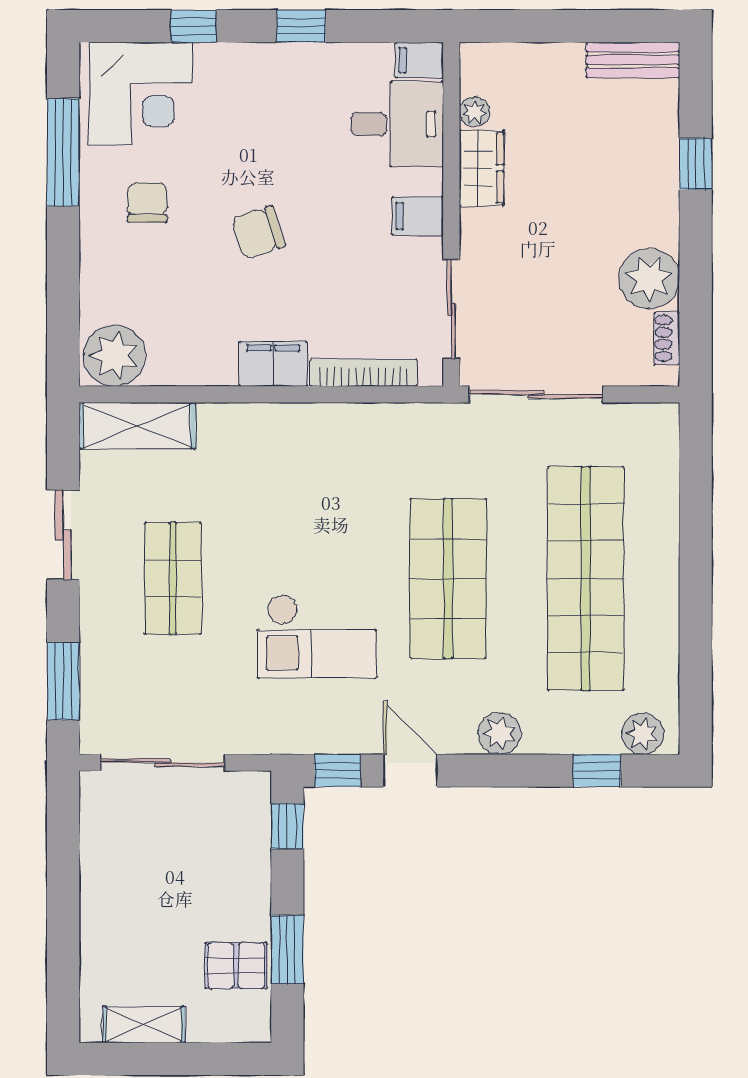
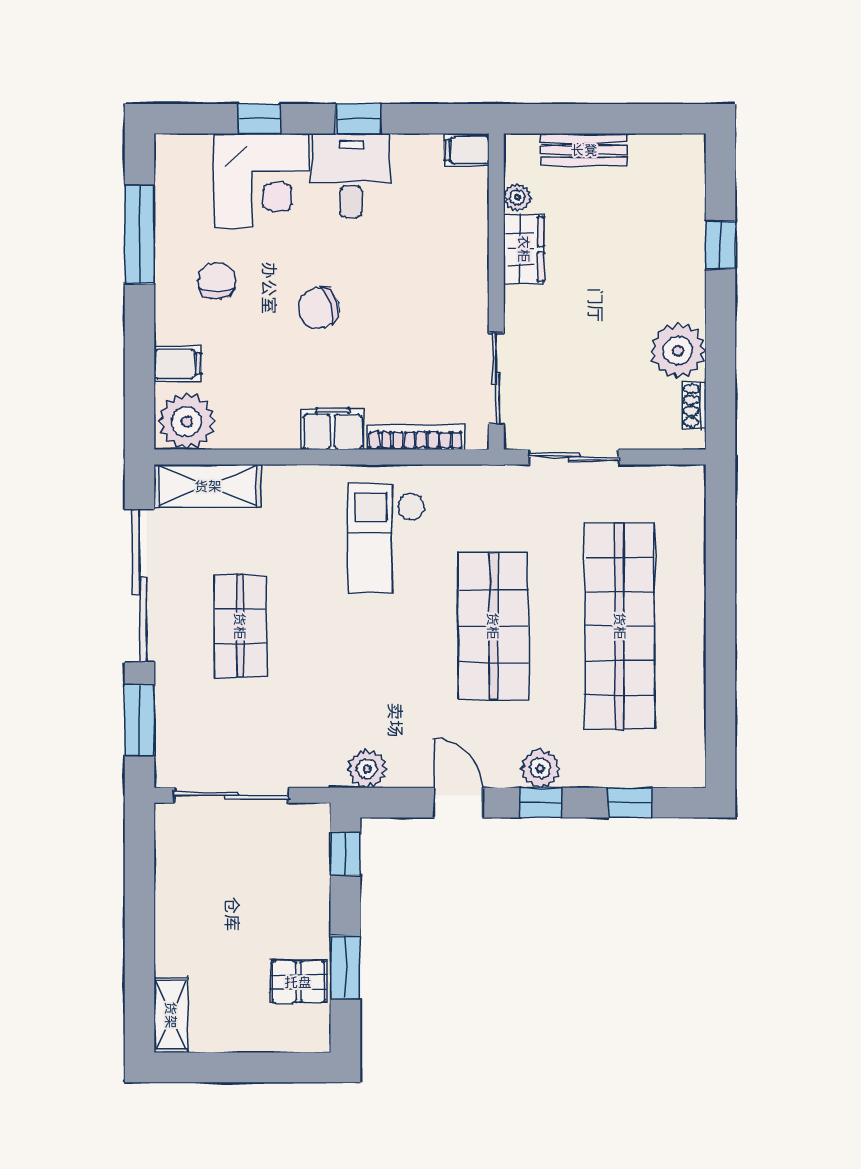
bench: (633, 60) -> (584, 150), moved
corner desk: (141, 94) -> (261, 181), moved
desk: (397, 124) -> (351, 176), moved, turned -90
filing cabinet: (418, 216) -> (178, 364), moved, turned 180
sliding door: (536, 394) -> (574, 457), width x0.73
sliding door: (63, 535) -> (139, 586), width x1.86
checkout: (317, 636) -> (386, 538), moved, turned 90
plant: (643, 734) -> (367, 769), moved
window: (337, 771) -> (540, 803), moved
shelving: (144, 1024) -> (171, 1015), moved, turned 90

